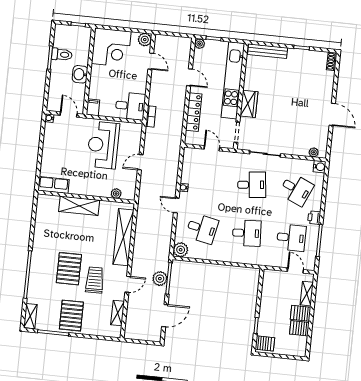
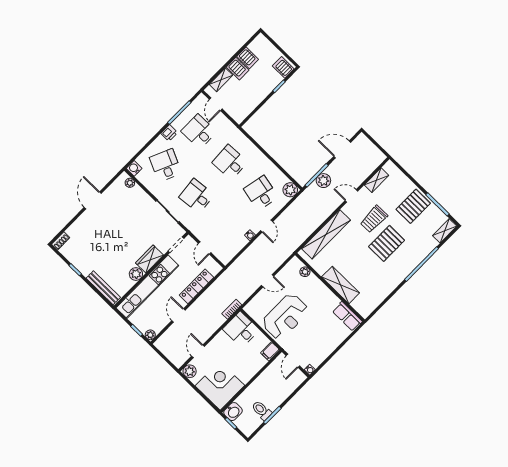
washbasin: (80, 74) -> (233, 412), moved
plant: (250, 83) -> (136, 274), added

